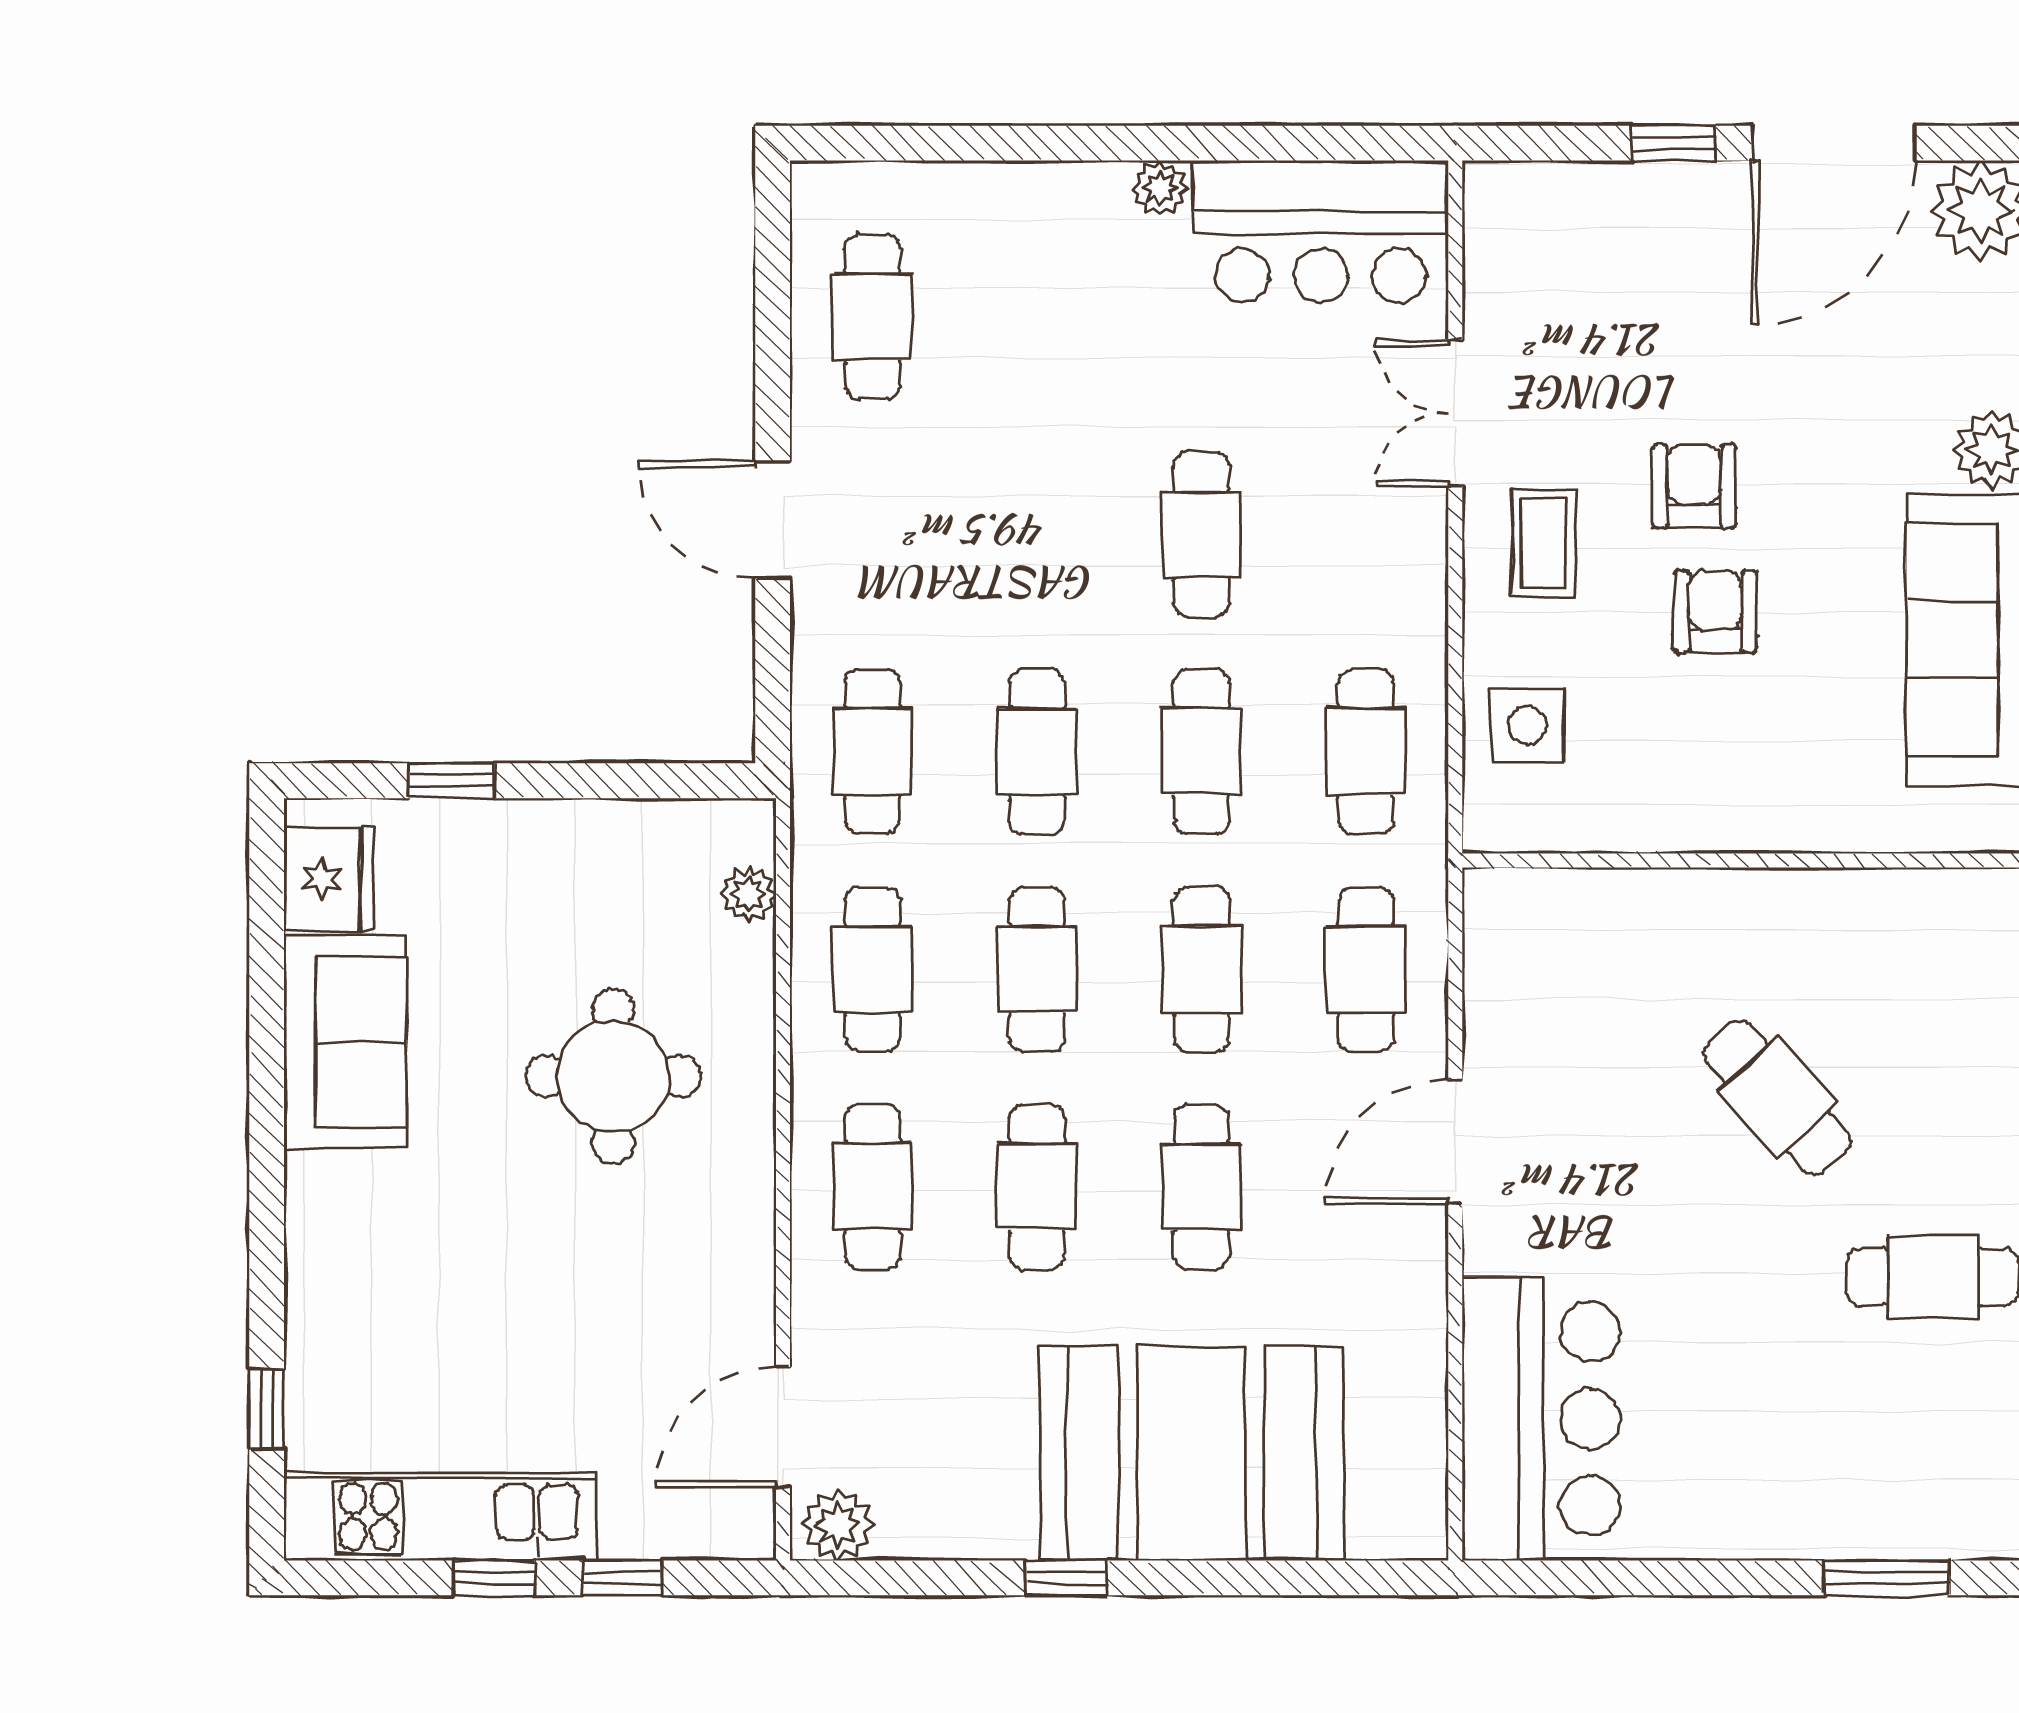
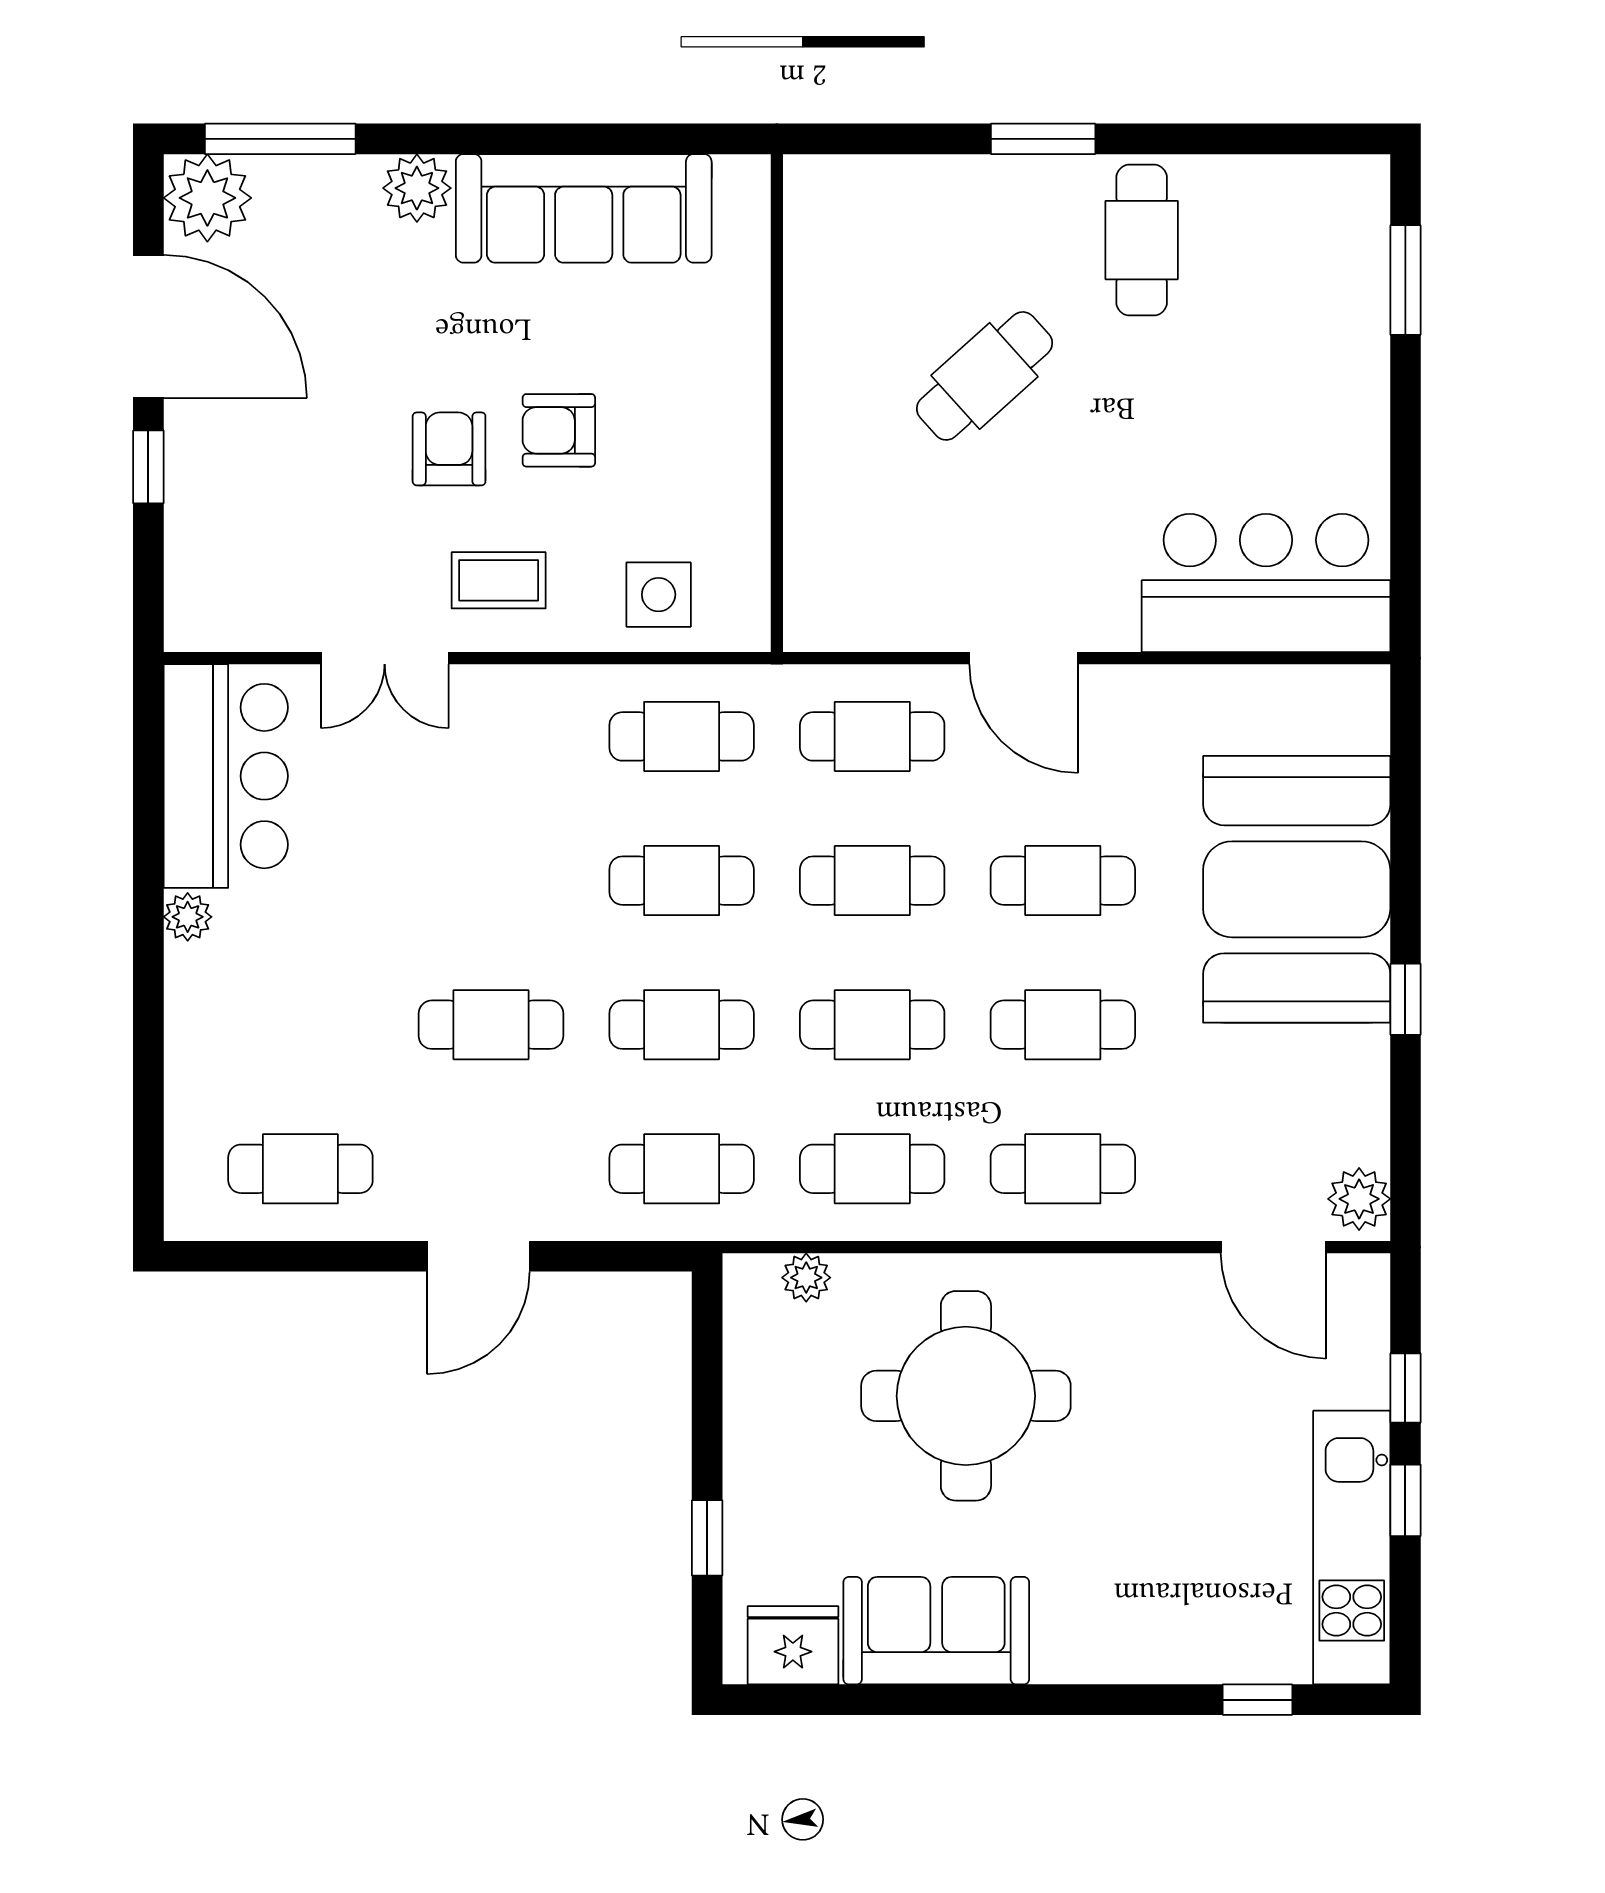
armchair: (1694, 486) -> (449, 449), turned 90
cafe table: (1201, 534) -> (491, 1025), moved
round table: (613, 1076) -> (966, 1396), width x1.36, depth x1.36

